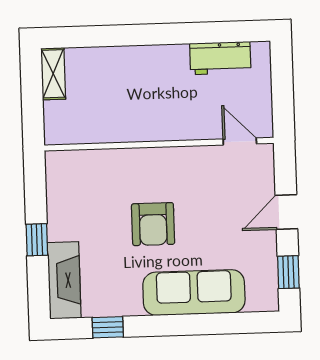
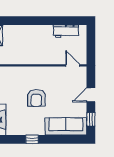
sofa: (194, 293) -> (66, 126), moved
window: (108, 327) -> (32, 139), moved

